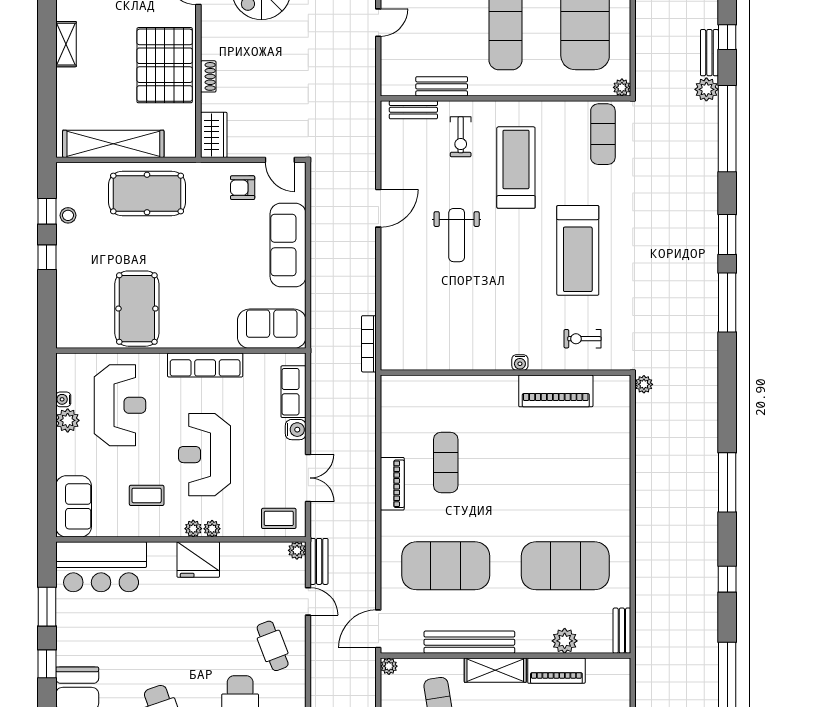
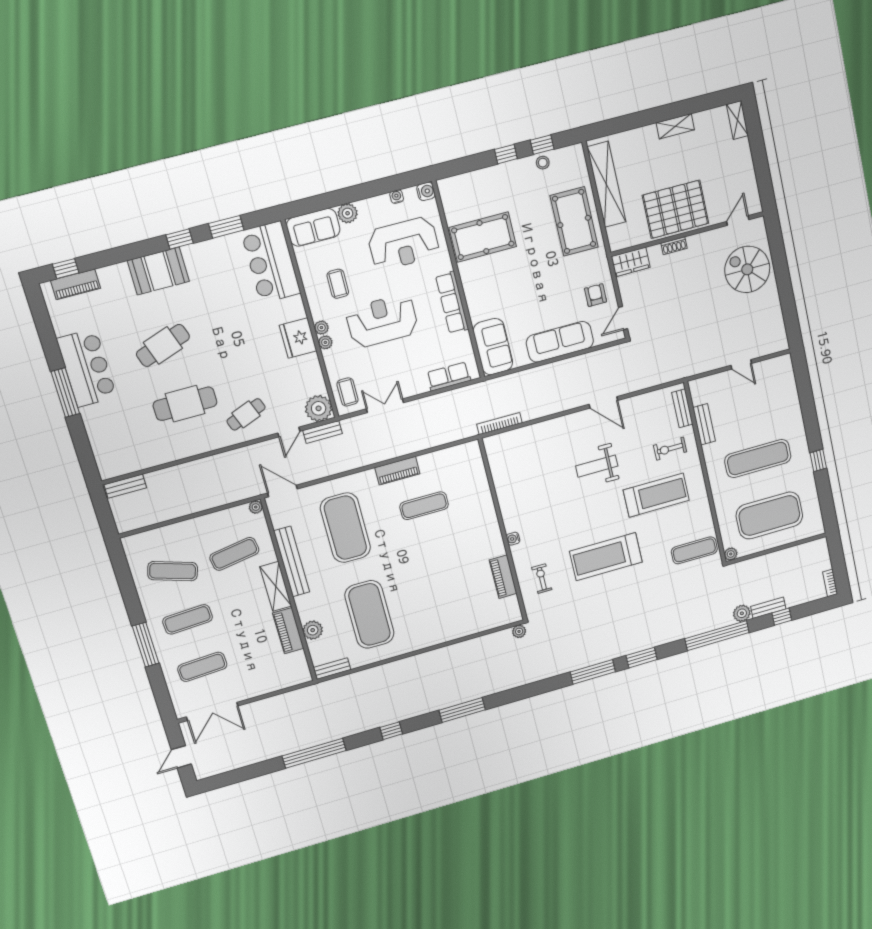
piano: (556, 391) -> (503, 577), width x0.73, depth x0.75
plant: (68, 420) -> (348, 213), moved
water cooler: (296, 430) -> (426, 191), moved, turned -90
double door: (308, 478) -> (385, 406), swing flipped
plant: (297, 550) -> (319, 408), width x1.88, depth x1.88

